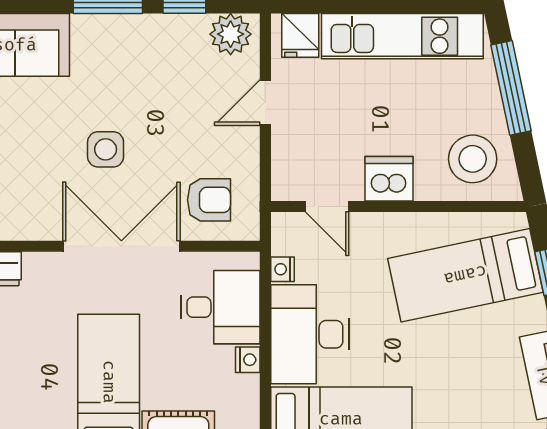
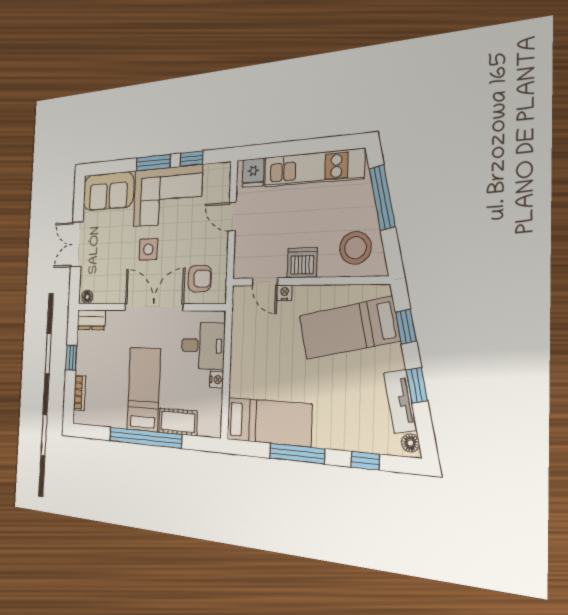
plant: (231, 34) -> (215, 175), removed
corner sofa: (140, 61) -> (167, 196), added
door: (265, 103) -> (232, 217), hinge flipped
nightstand: (282, 269) -> (285, 293), moved, turned 90
desk: (310, 334) -> (252, 365), removed

